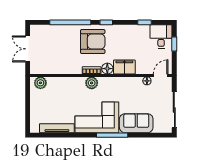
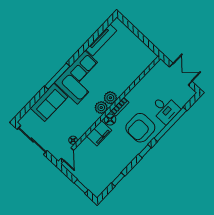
desk: (161, 37) -> (165, 109), moved
plant: (40, 83) -> (101, 108), moved

